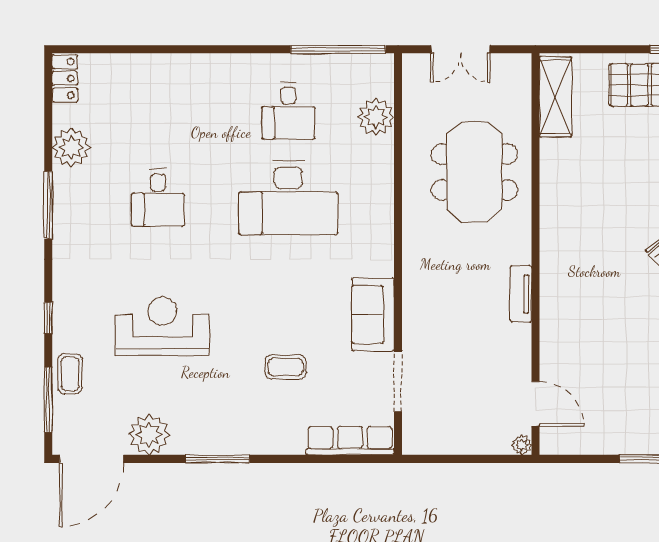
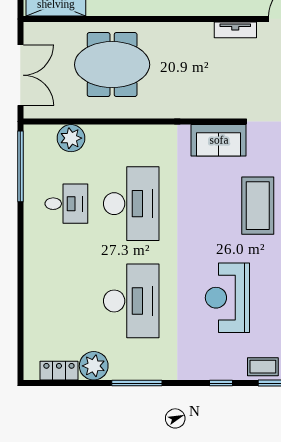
double door: (460, 49) -> (20, 75), width x1.37
locker: (65, 78) -> (59, 371), moved
desk: (158, 198) -> (131, 301), width x1.87, depth x1.30
tv unit: (521, 294) -> (235, 30), moved
coffee table: (286, 367) -> (258, 206), width x1.86, depth x1.72

